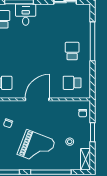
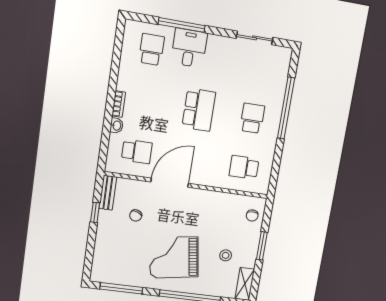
school desk: (38, 51) -> (199, 110), added
door: (37, 99) -> (170, 183), moved
grand piano: (36, 147) -> (174, 257), turned 150

